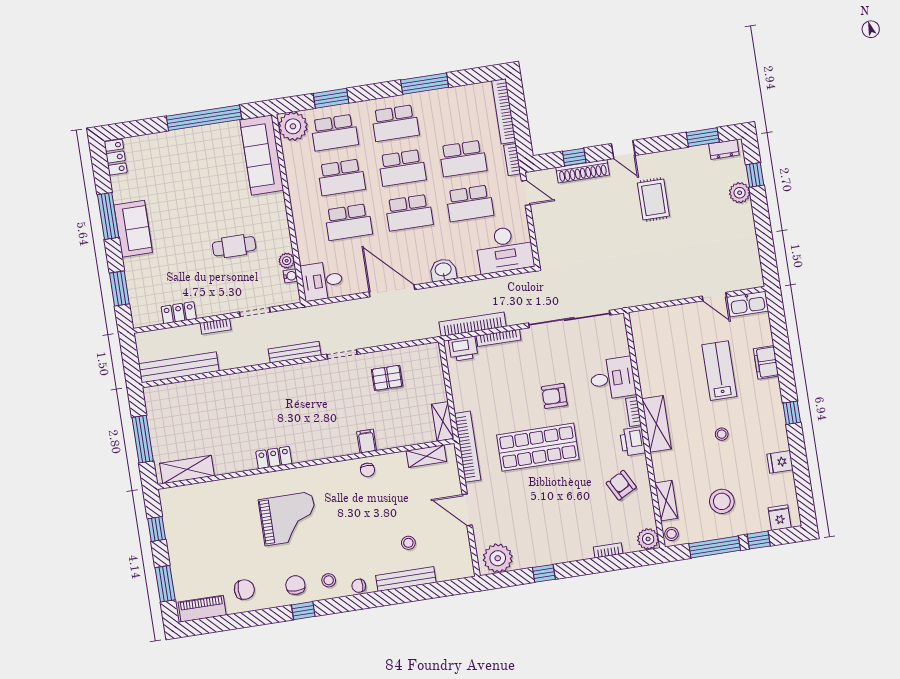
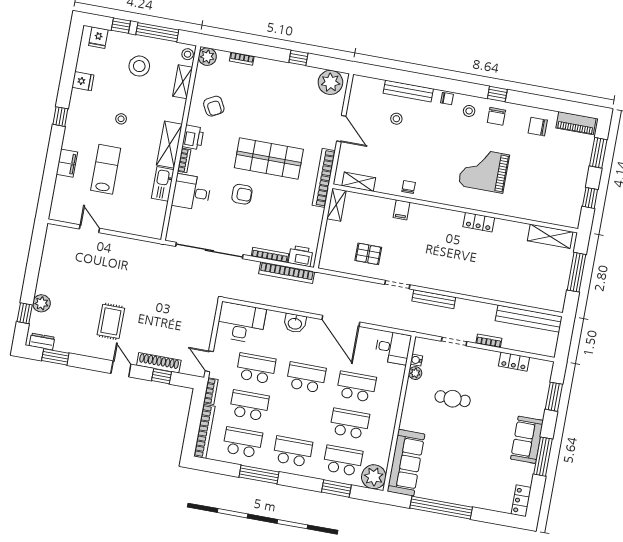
school desk: (402, 168) -> (242, 442), moved
kitchen sink: (748, 304) -> (163, 184), moved, turned -90
lab bench: (719, 371) -> (106, 169), turned 180

